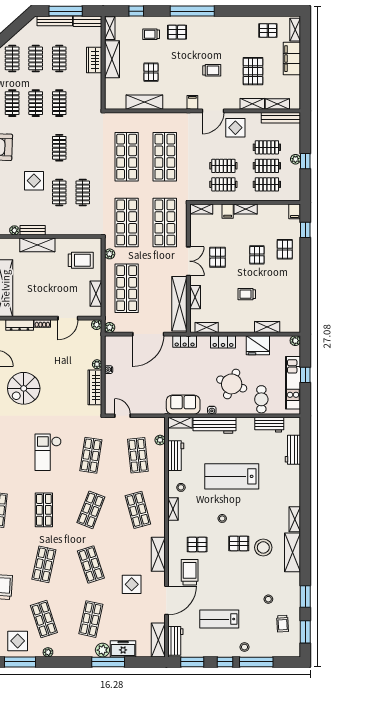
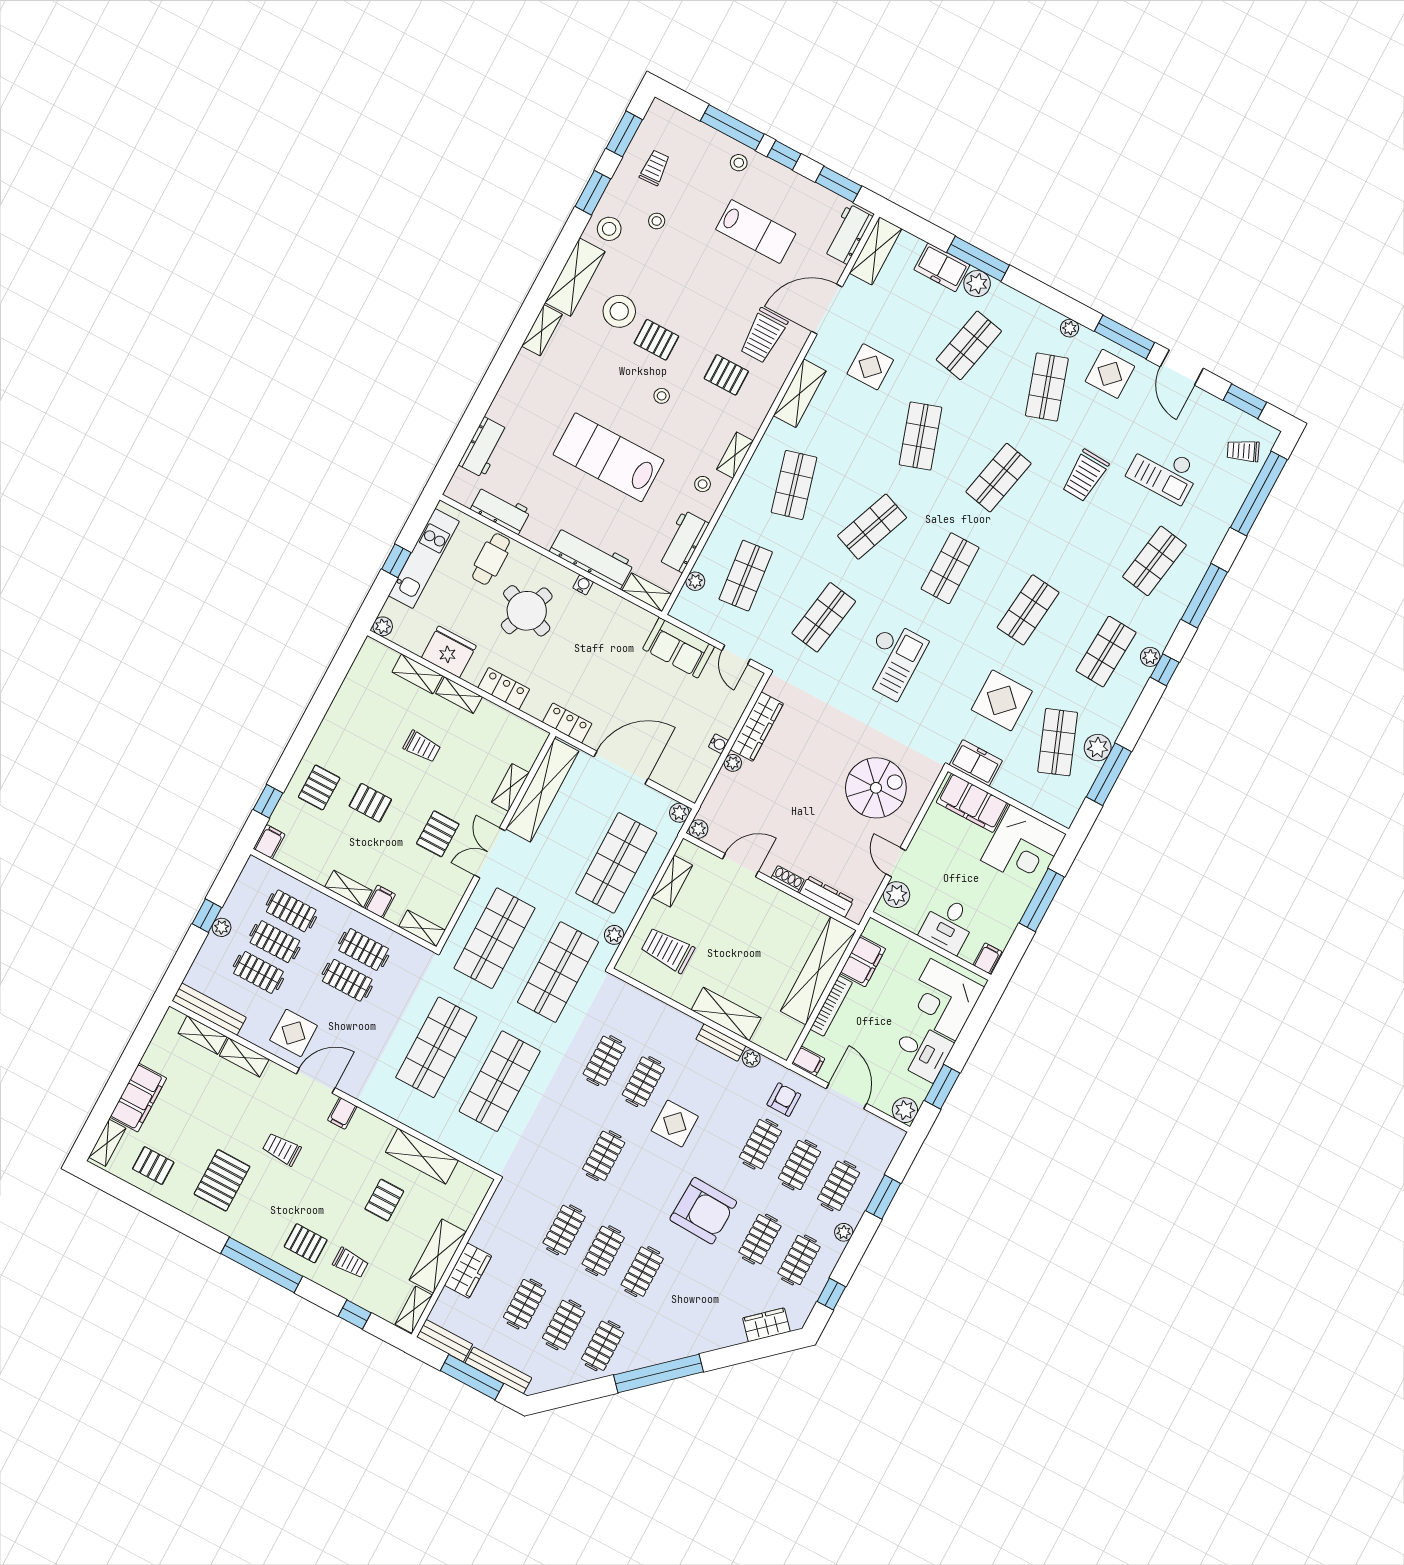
pallet: (253, 71) -> (222, 1180), moved
pallet: (257, 255) -> (370, 803), turned 90
shelving: (207, 327) -> (459, 695), moved
sofa: (183, 405) -> (679, 648), moved
lab bench: (232, 476) -> (609, 457), turned 180
stool: (289, 584) -> (609, 229), added

